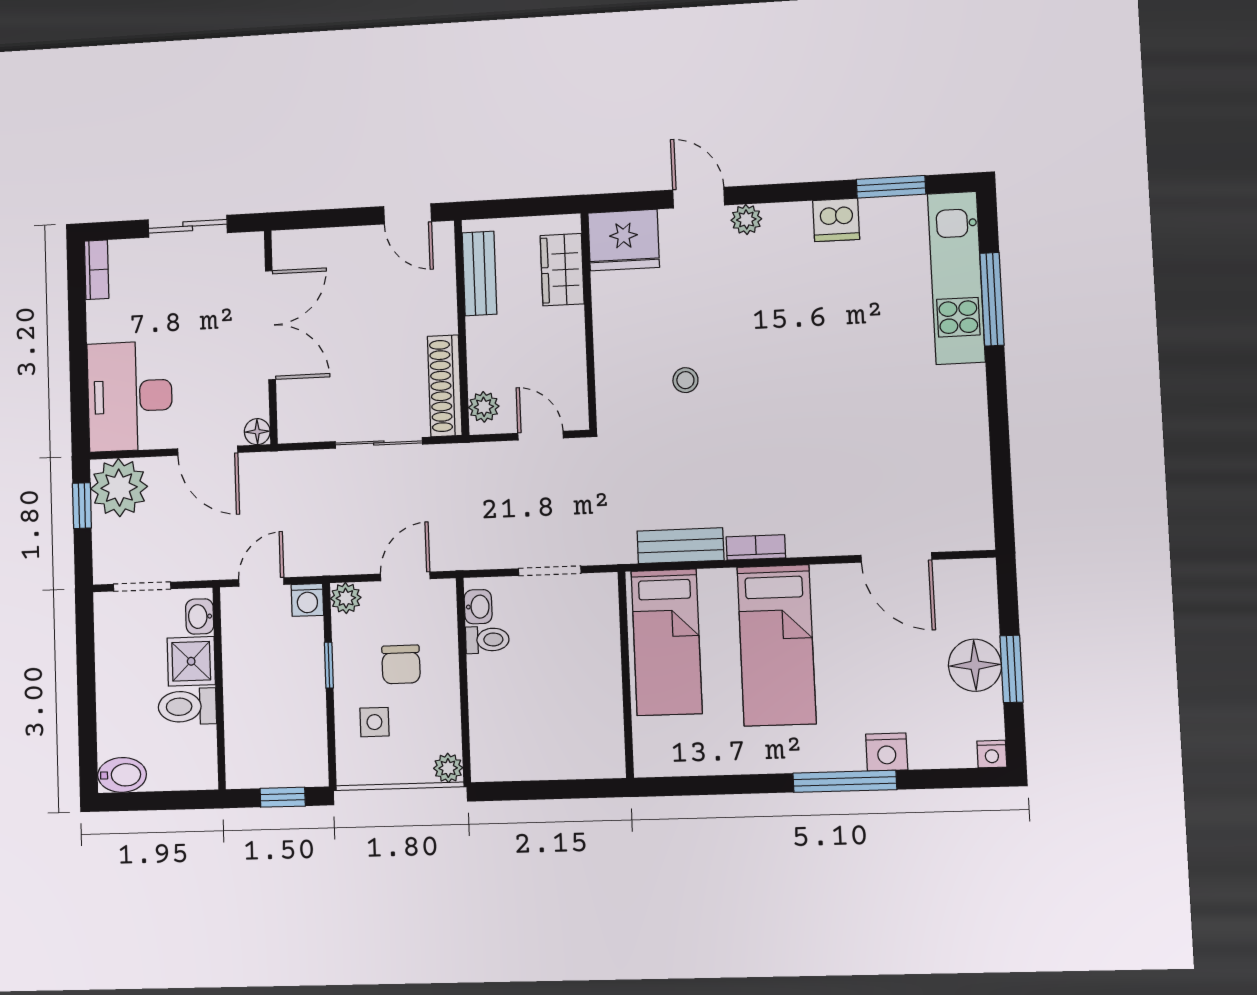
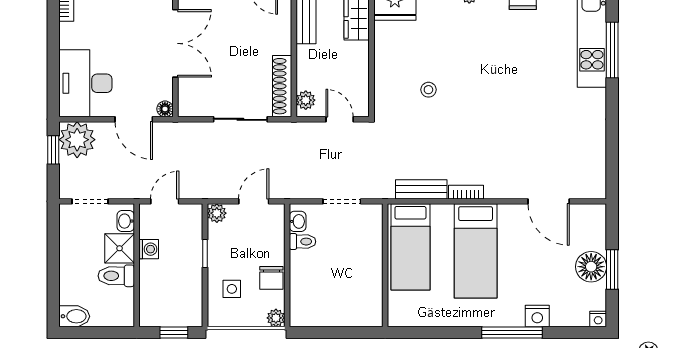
washing machine: (307, 600) -> (149, 249), moved, turned -90
chair: (401, 664) -> (271, 278), moved

